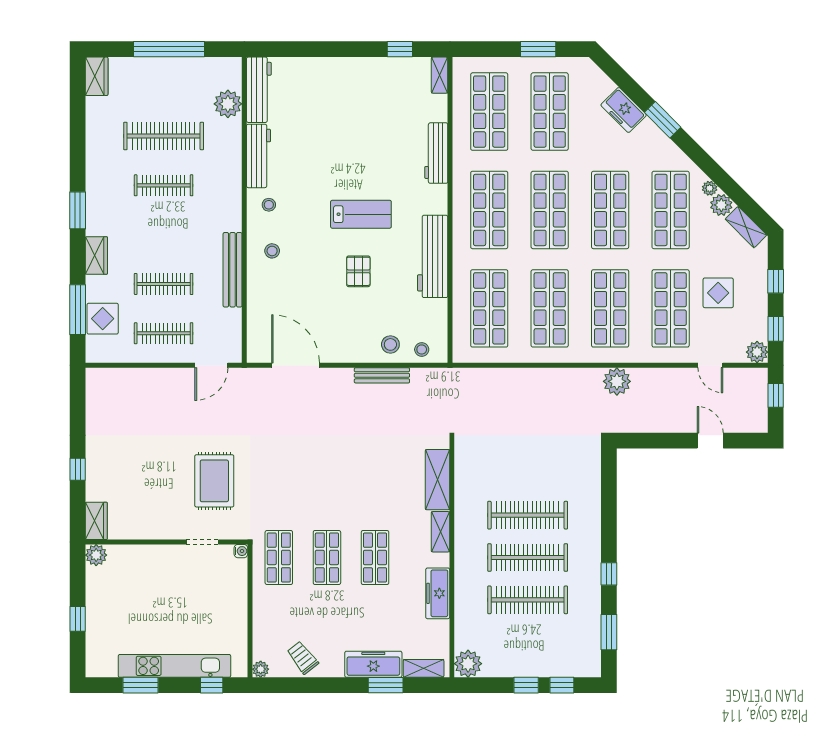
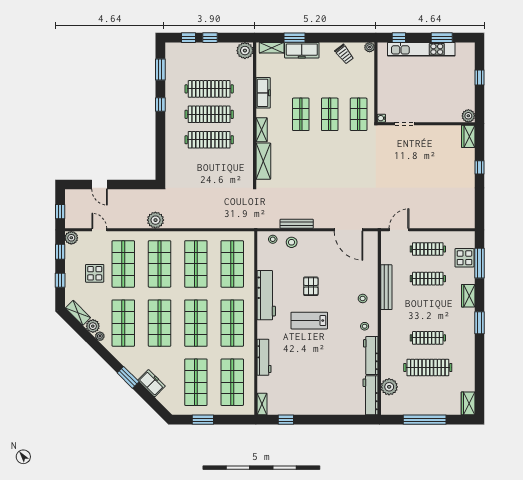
rug: (214, 481) -> (397, 160), removed

